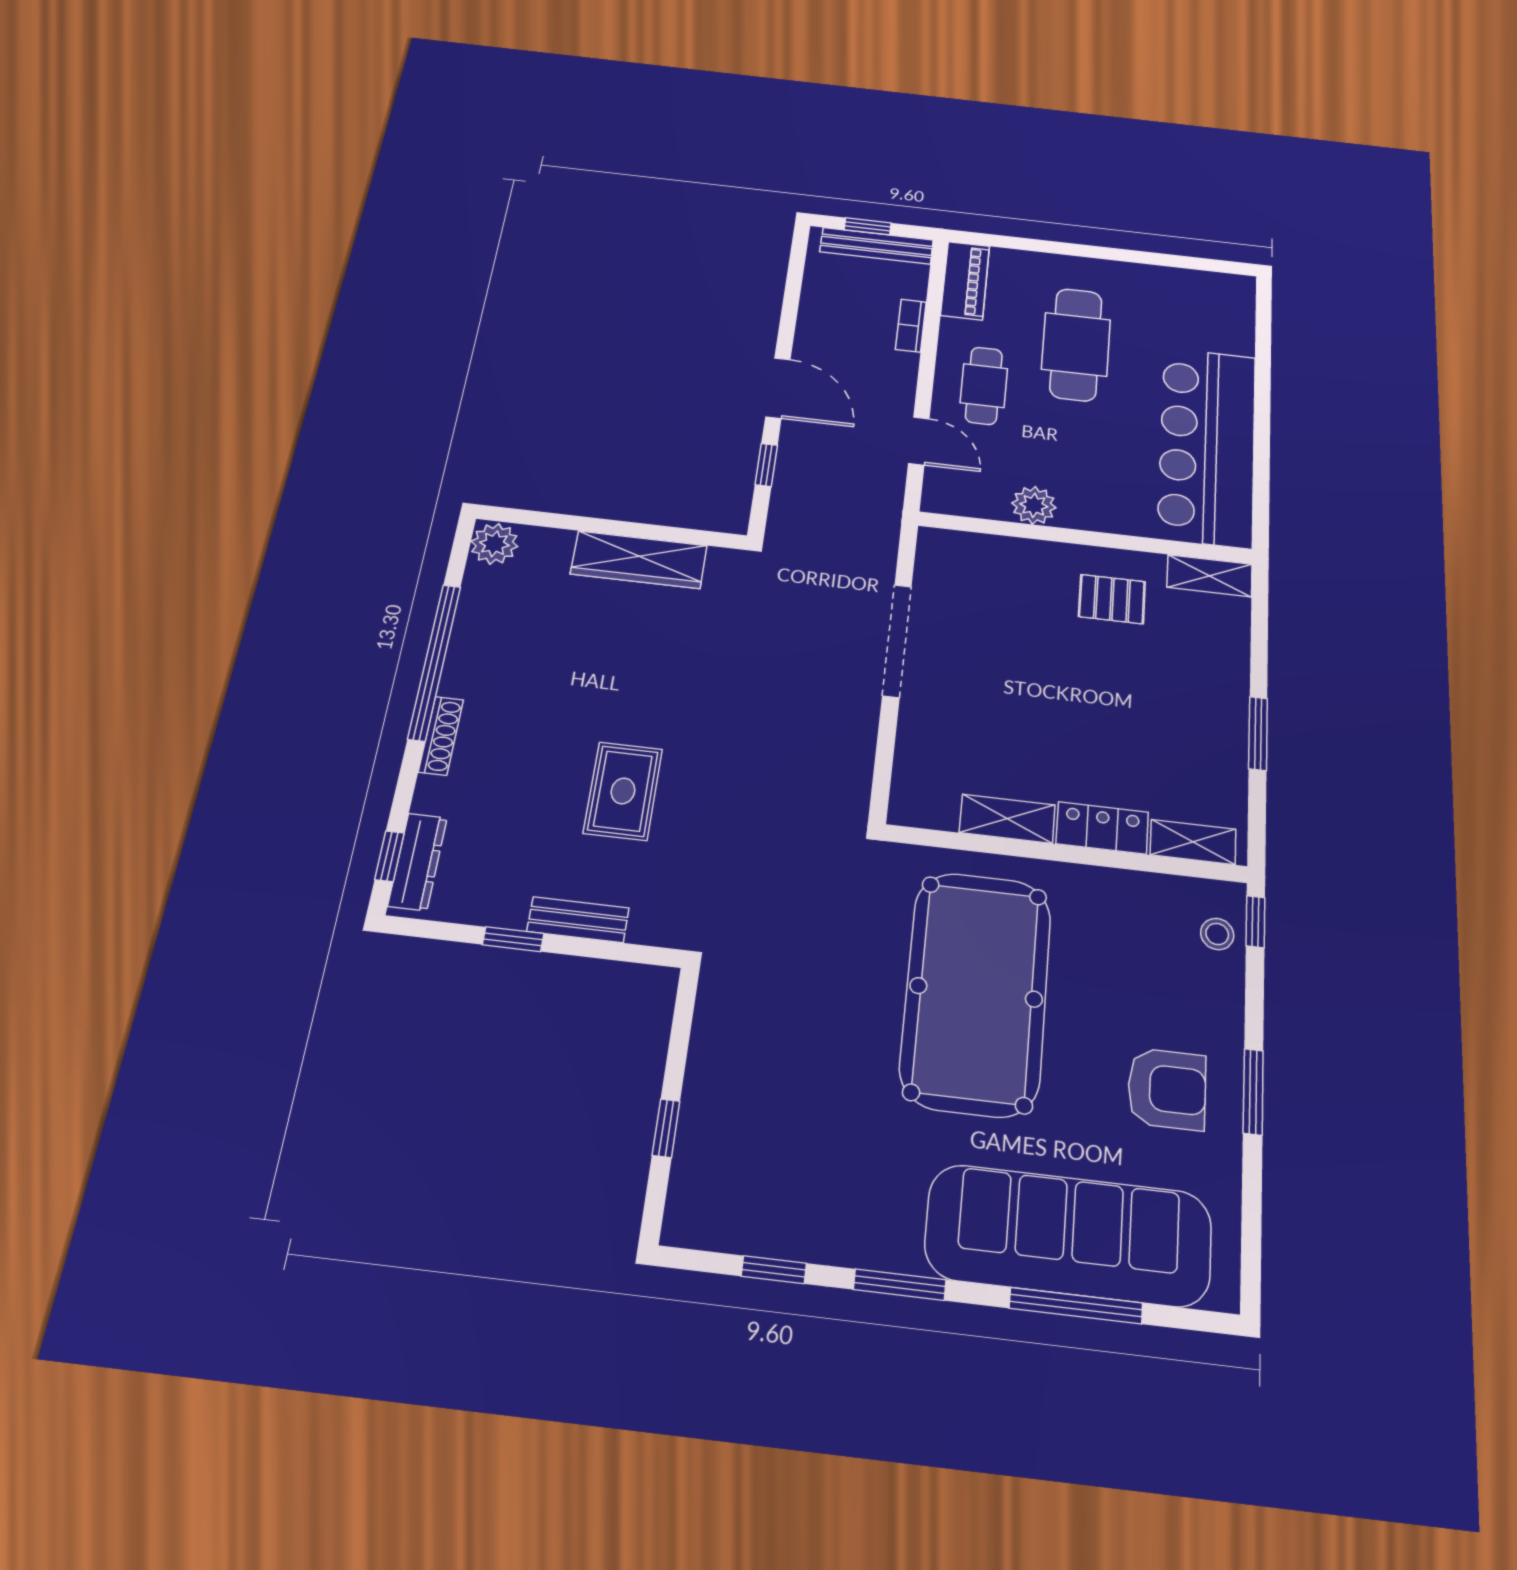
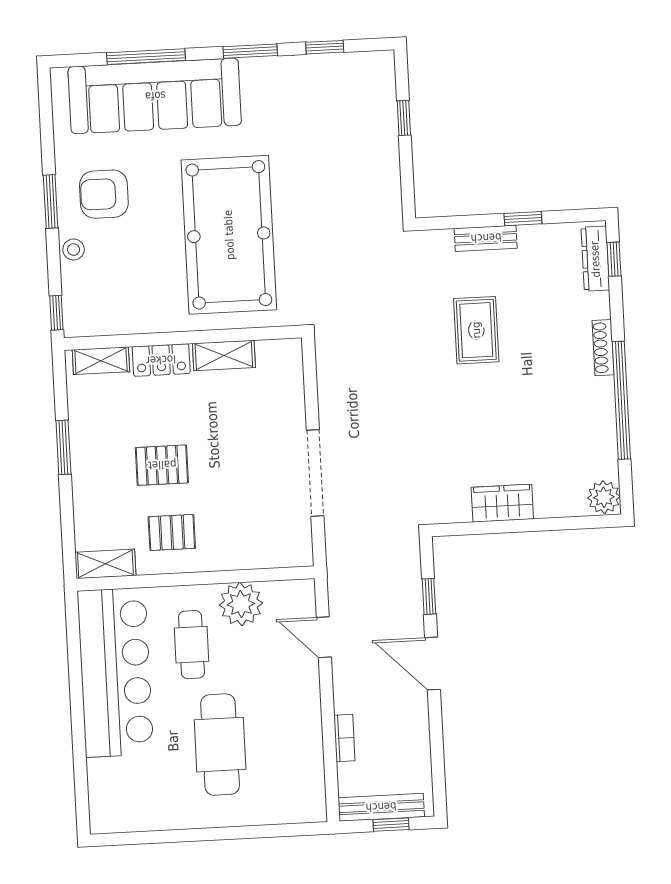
piano: (965, 281) -> (310, 787), removed
cafe table: (984, 386) -> (191, 645), moved
plant: (1034, 505) -> (241, 604), width x1.36, depth x1.36
wardrobe: (639, 560) -> (502, 503), width x0.67
pallet: (1117, 687) -> (162, 465), added
stool: (1217, 934) -> (74, 249), moved

